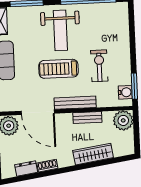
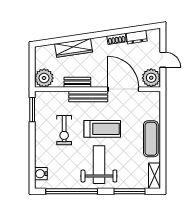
water cooler: (125, 92) -> (41, 174), moved

